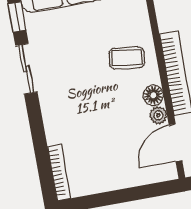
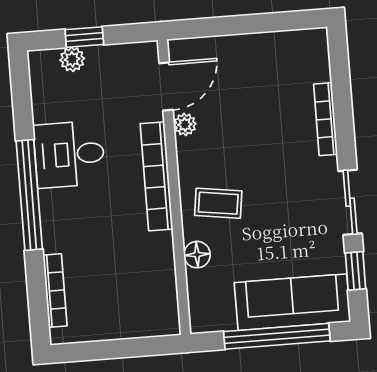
floor lamp: (153, 95) -> (197, 255), moved
bookcase: (59, 173) -> (326, 119), moved

